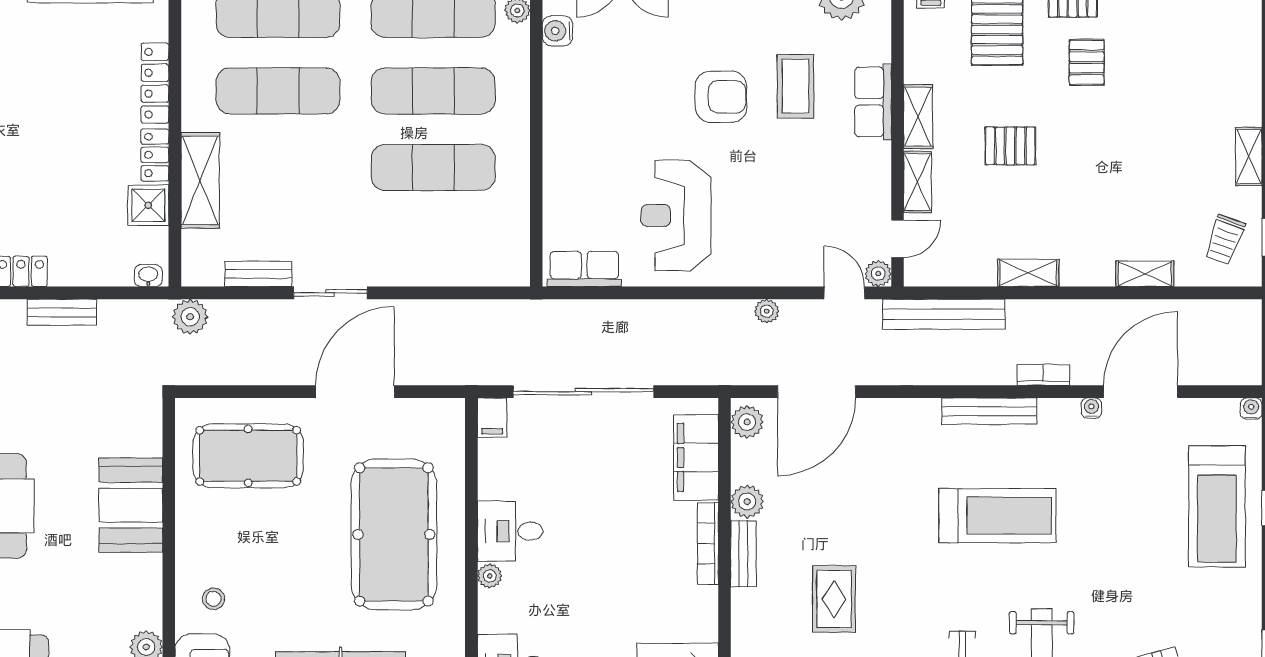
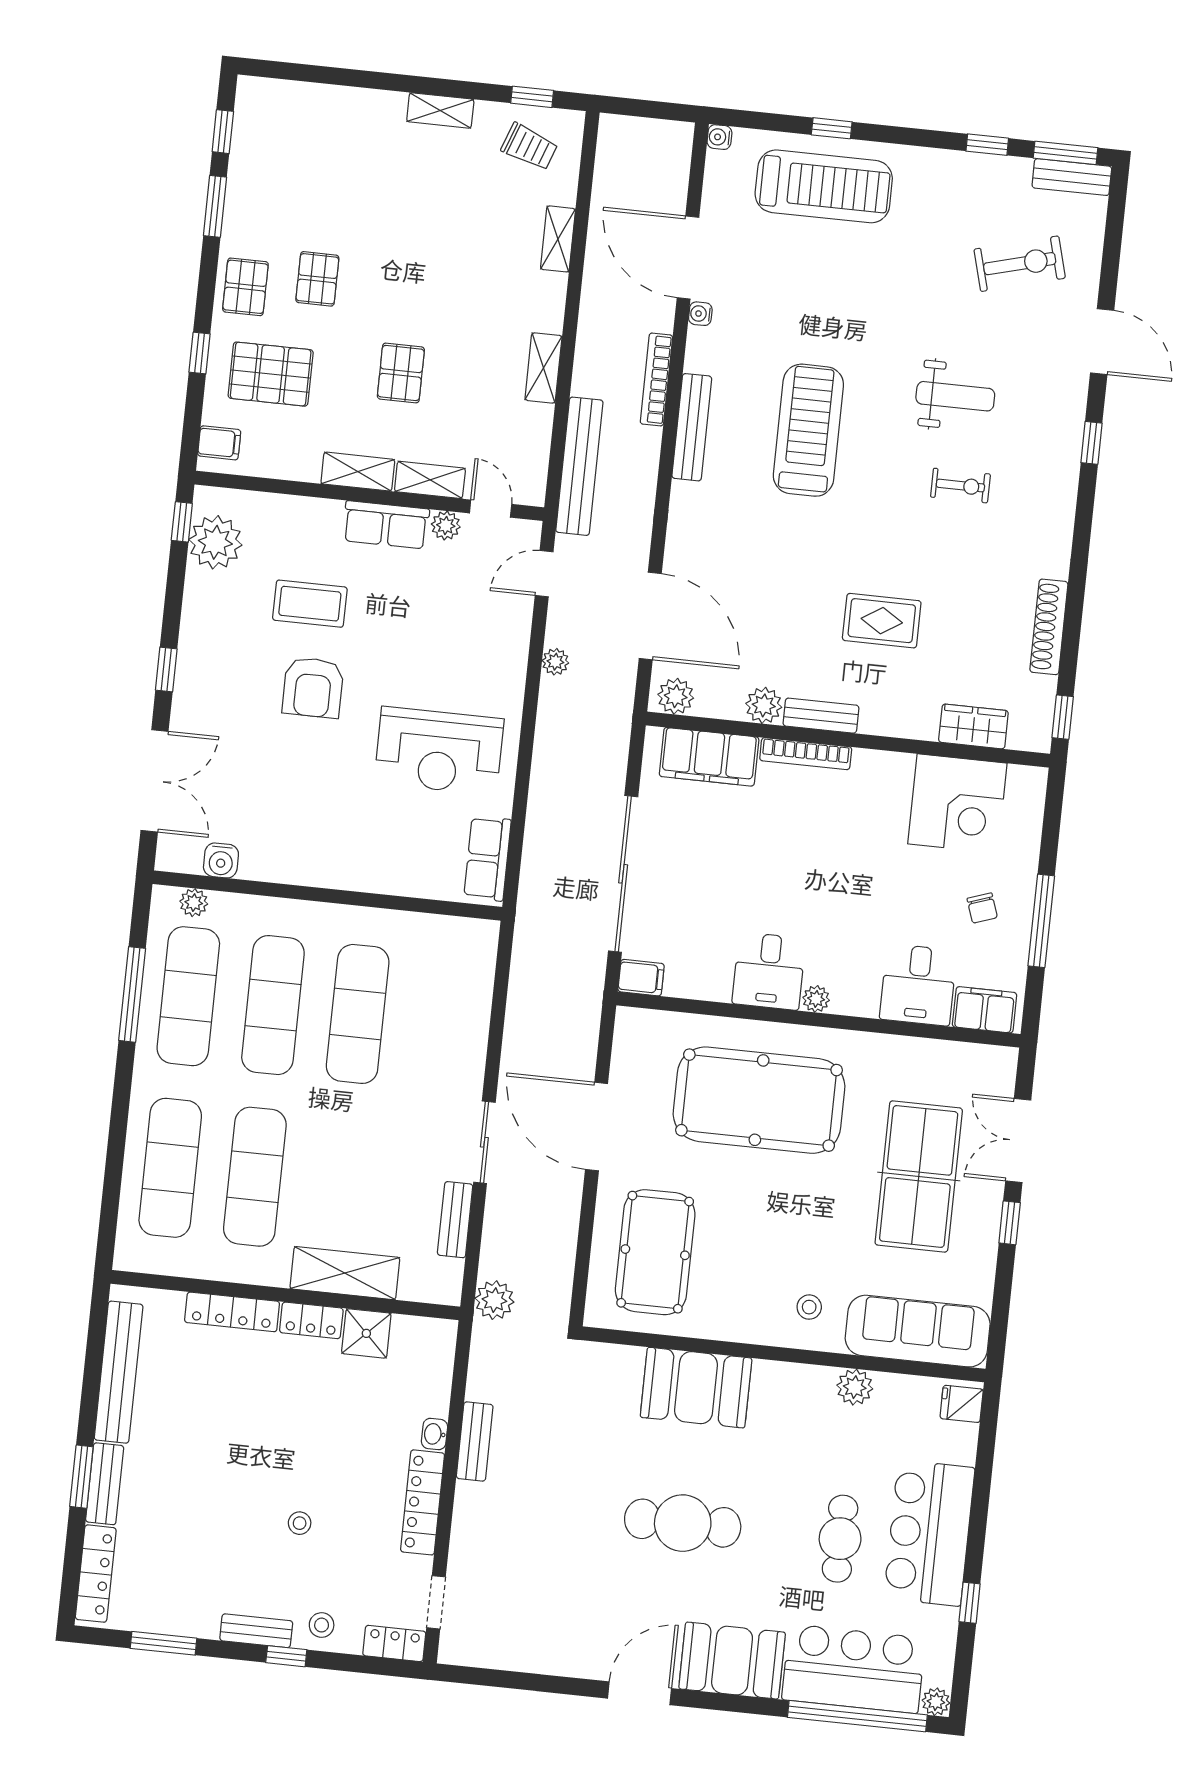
pallet: (1087, 62) -> (317, 279), turned 90
armchair: (721, 97) -> (313, 688), turned 180
row of seats: (873, 102) -> (386, 525), moved
plant: (878, 274) -> (446, 525), moved
washbasin: (148, 276) -> (434, 1434), moved
bookcase: (1043, 375) -> (656, 379), width x1.56

